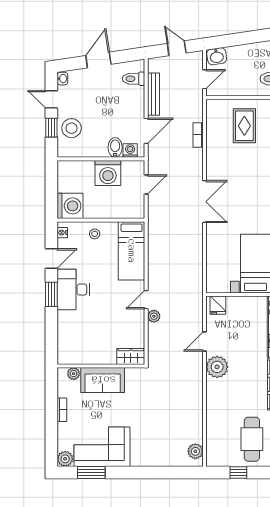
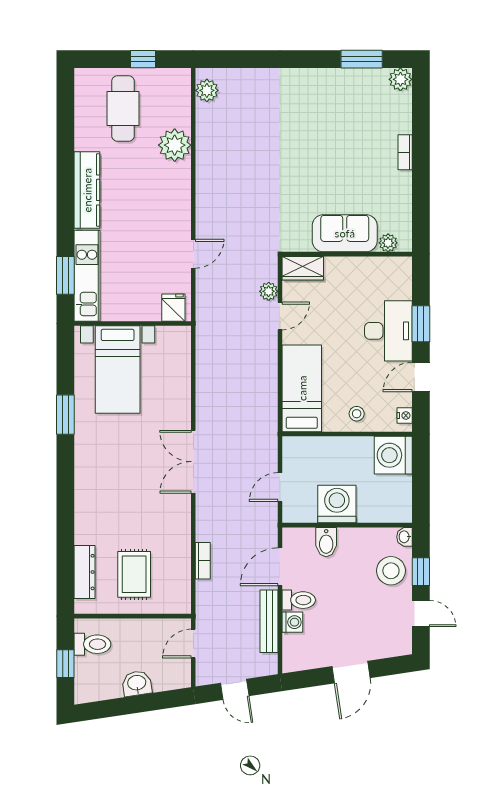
washbasin: (217, 56) -> (137, 683), moved
washbasin: (62, 79) -> (405, 537), moved
toilet: (134, 79) -> (299, 600), moved
washing machine: (130, 150) -> (292, 622), moved, turned -90
wardrobe: (131, 356) -> (303, 268), moved
wall: (101, 366) -> (347, 254), moved
plant: (217, 367) -> (175, 145), moved
plant: (74, 374) -> (388, 243), moved
sofa: (103, 380) -> (345, 233), moved
corner sofa: (102, 447) -> (346, 97), removed

